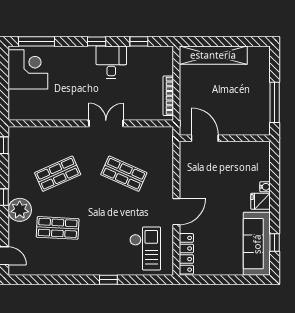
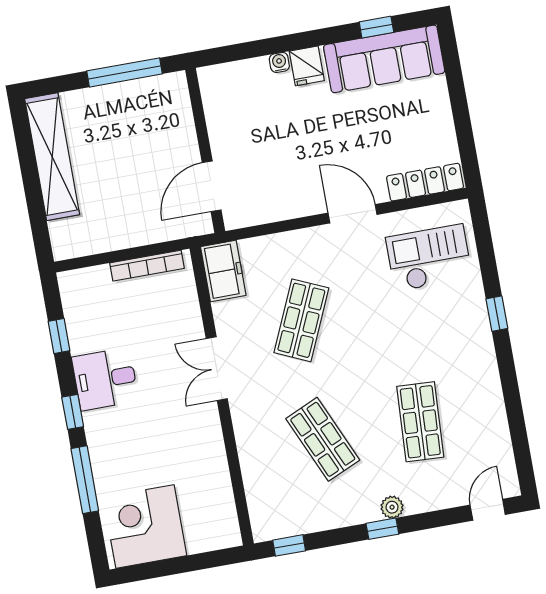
window: (37, 41) -> (85, 480), moved
shelving: (213, 55) -> (52, 157), moved
freezer: (158, 136) -> (223, 271), added
plant: (20, 210) -> (392, 507), width x0.53, depth x0.53

